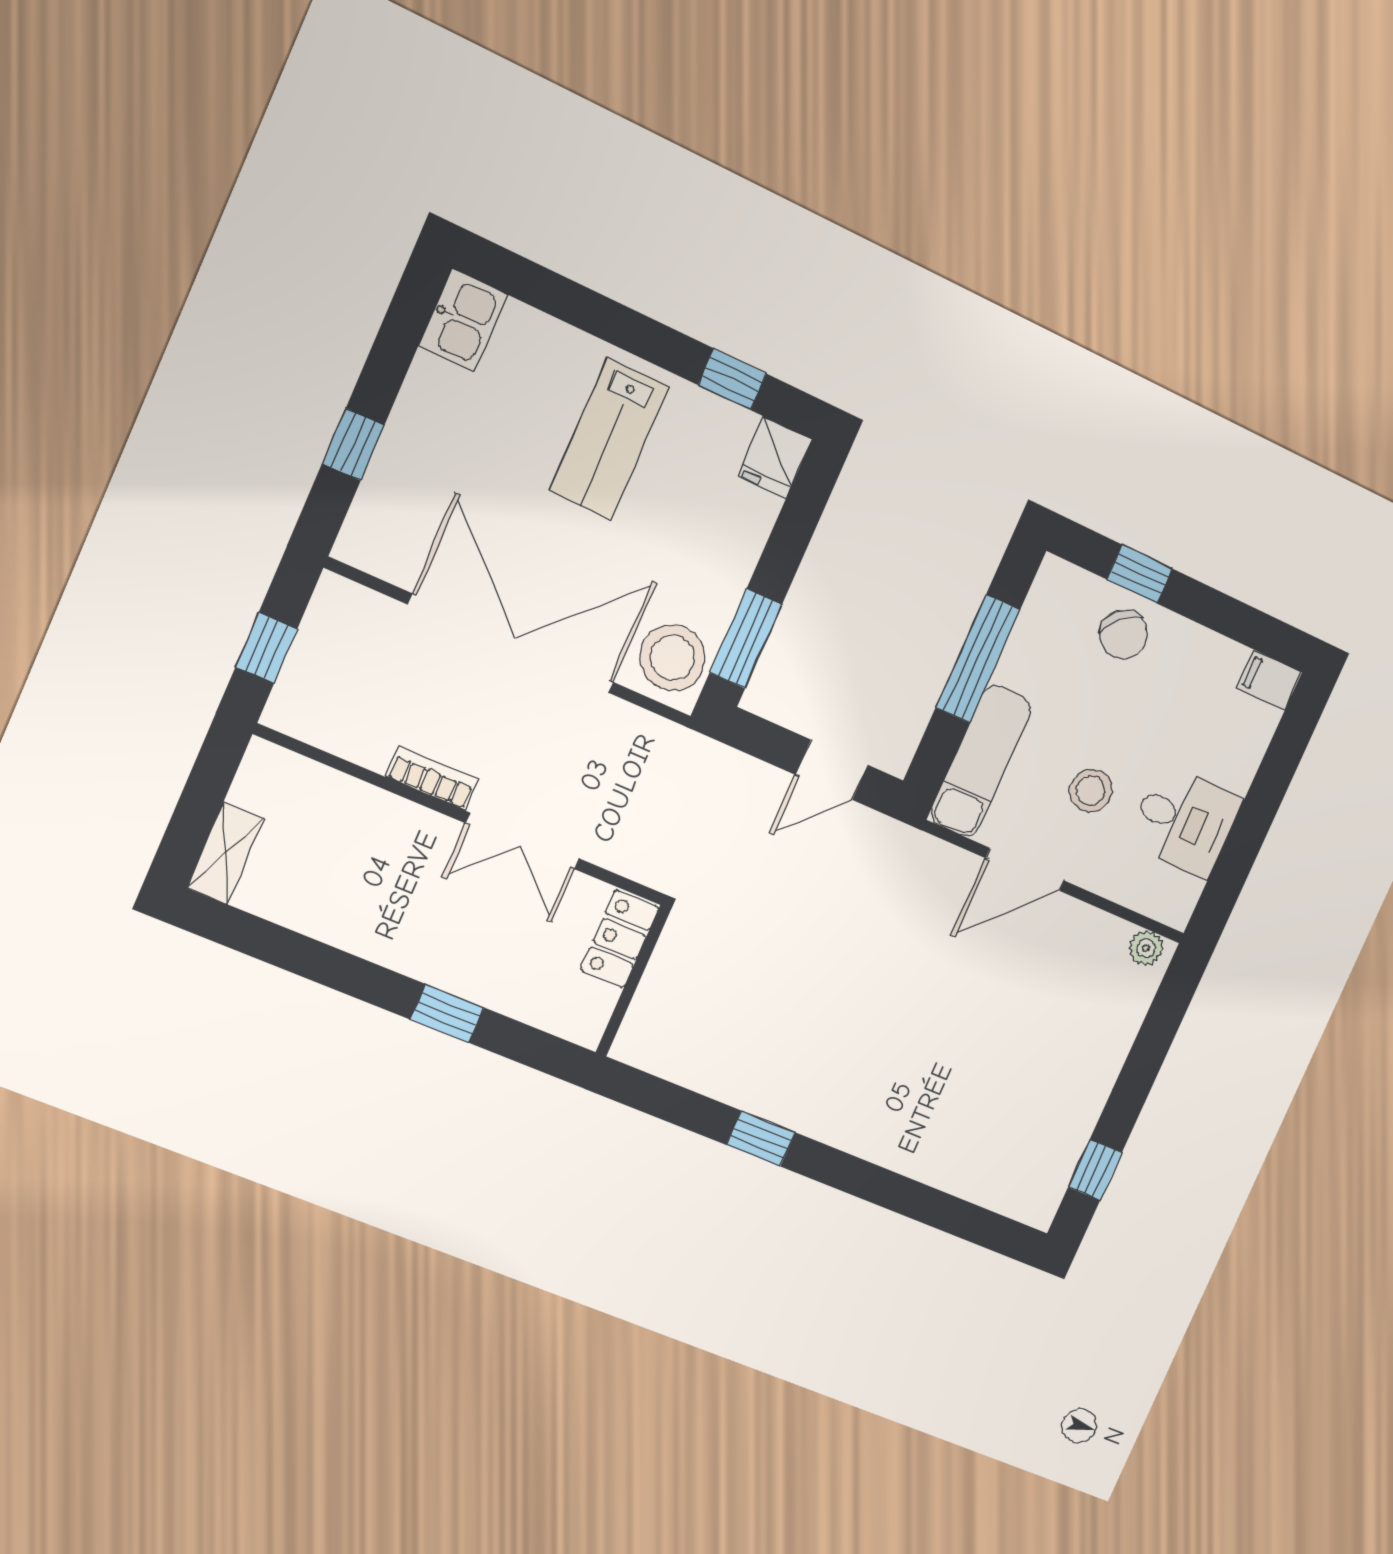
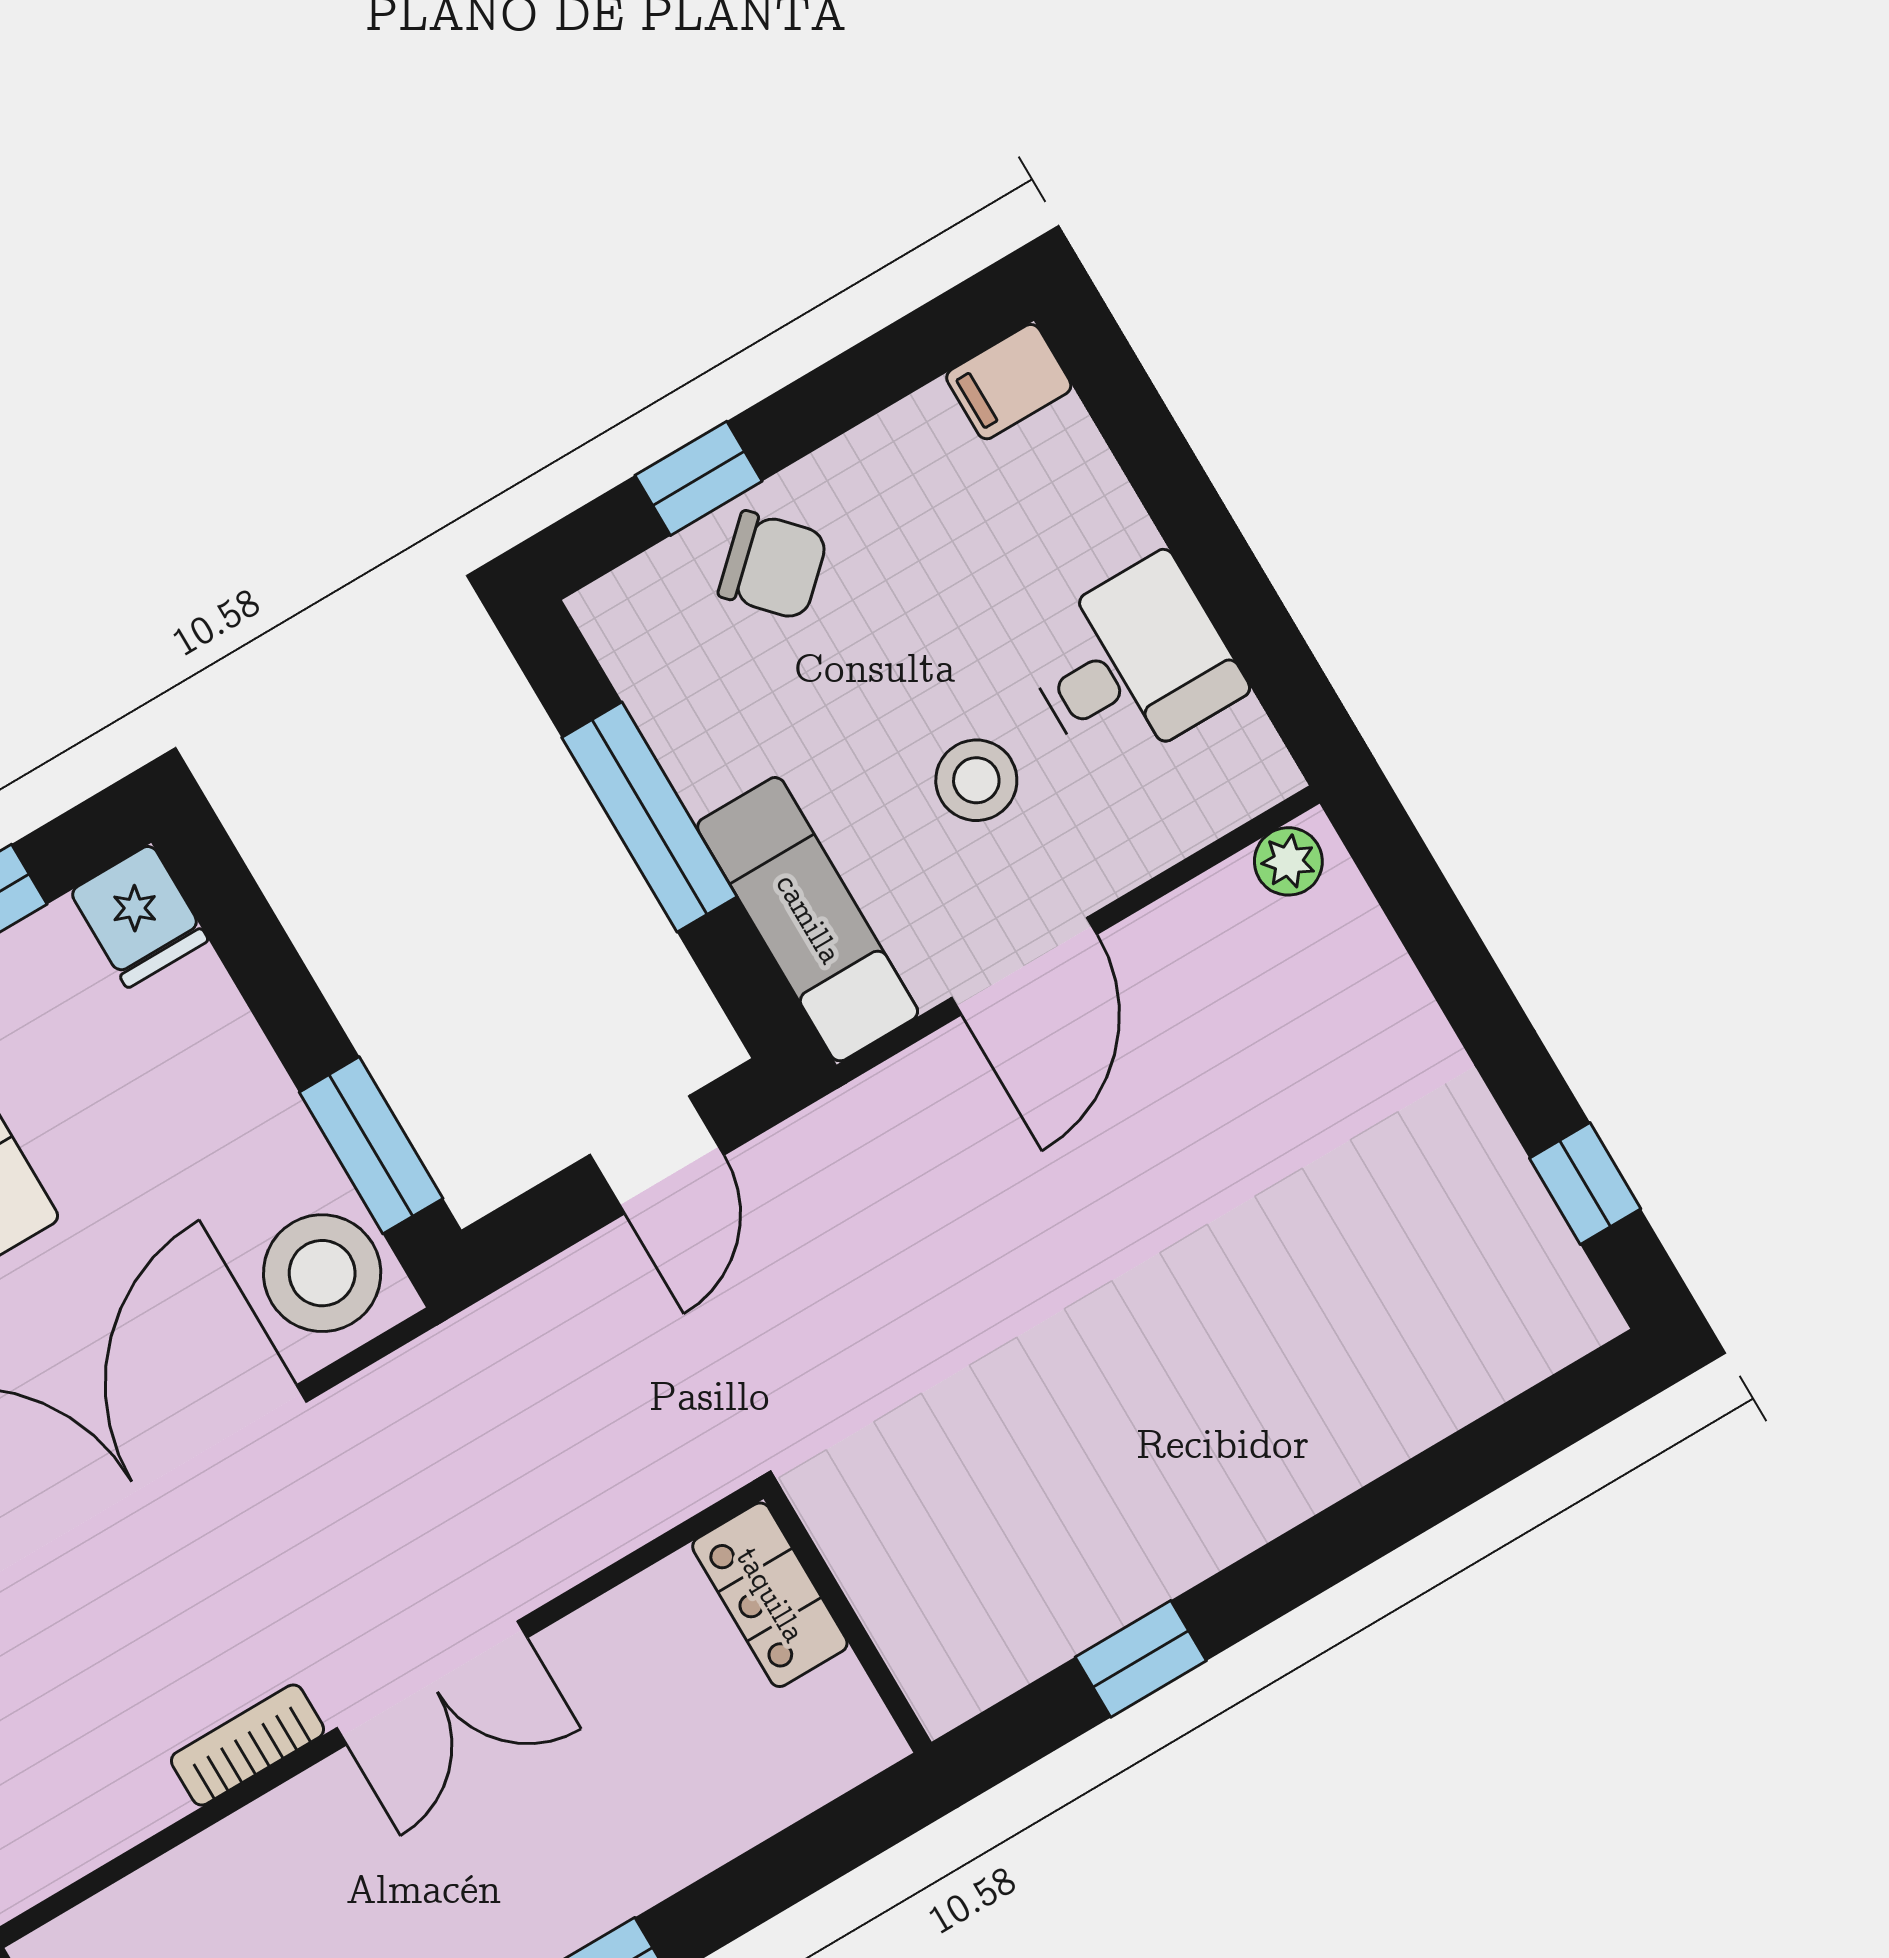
locker: (620, 939) -> (770, 1595), moved
wall: (633, 981) -> (848, 1620), moved

